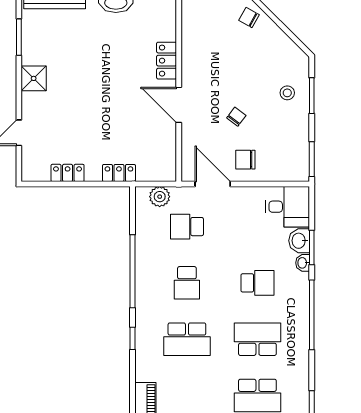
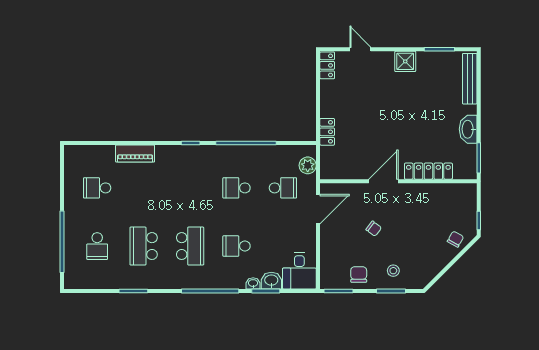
locker: (167, 61) -> (428, 171), width x1.53
chair: (245, 160) -> (359, 275), moved
locker: (68, 173) -> (327, 65), moved
school desk: (187, 227) -> (283, 188), turned 90
school desk: (257, 283) -> (236, 246), turned 90
school desk: (187, 339) -> (190, 188), removed

